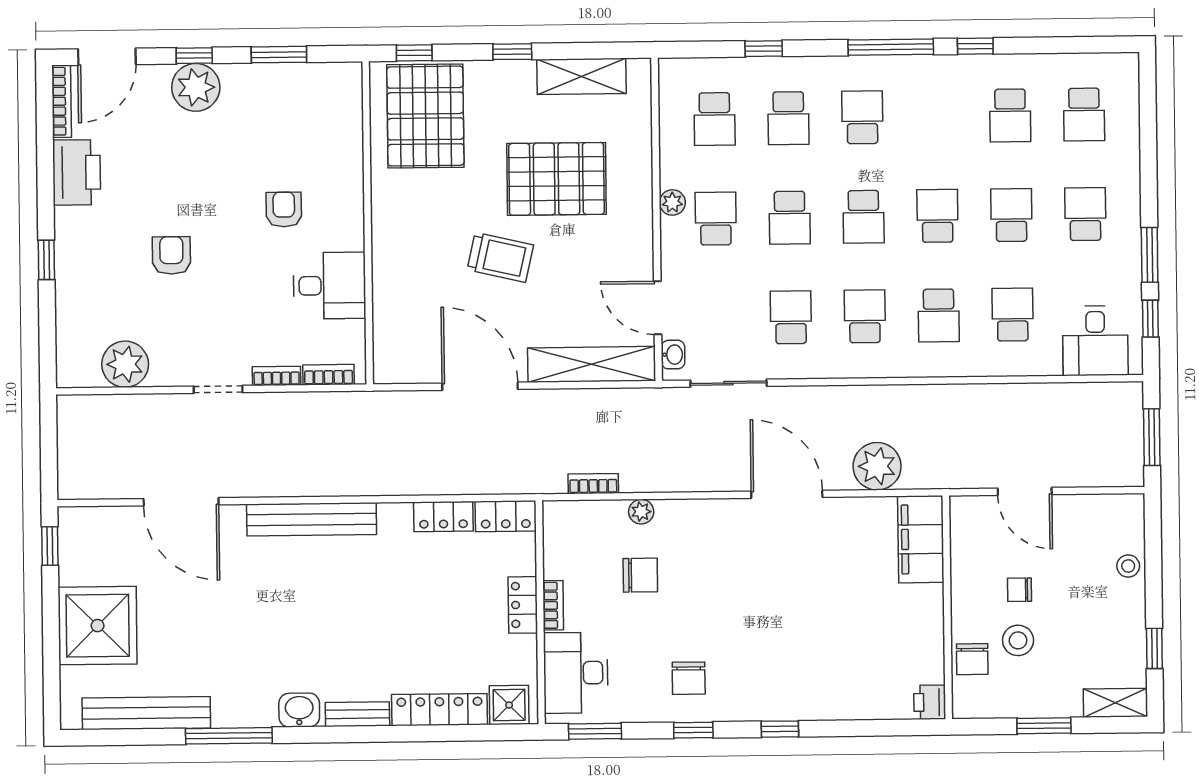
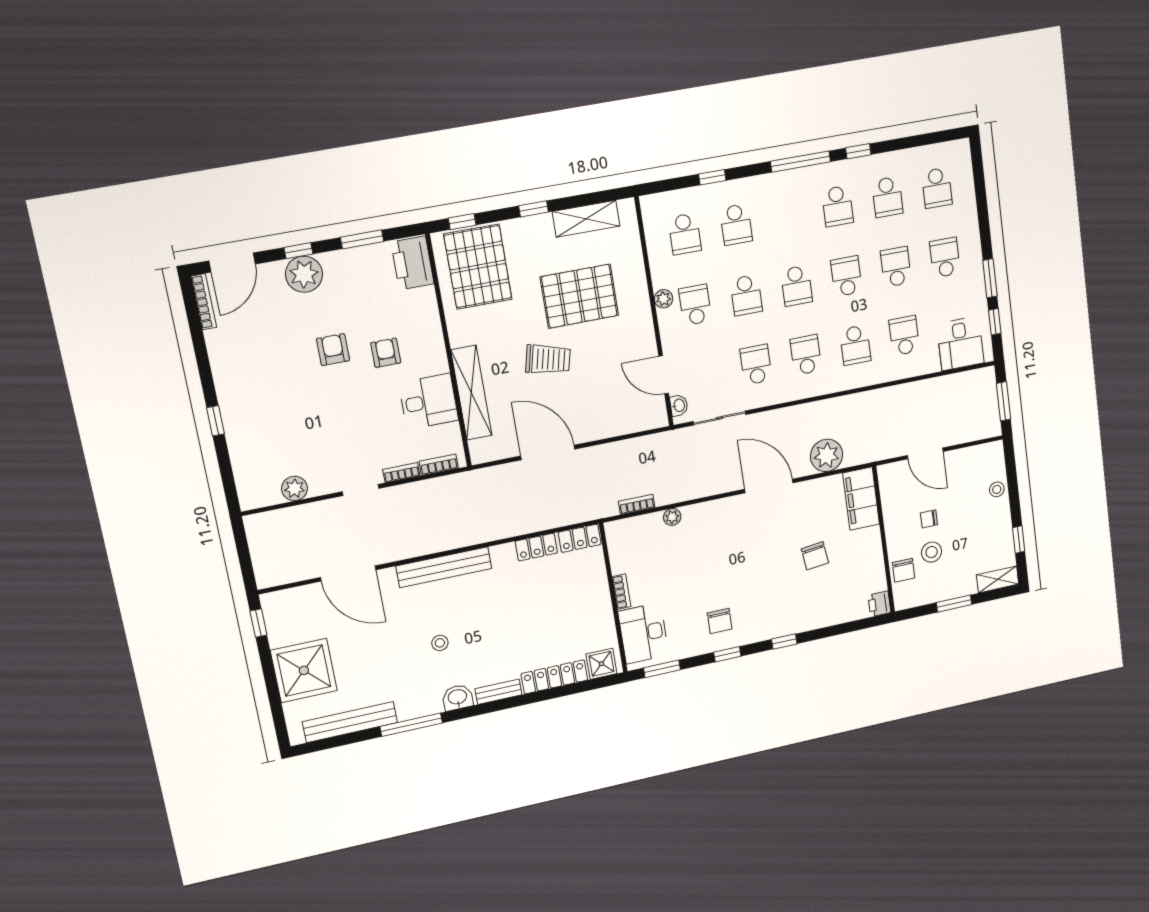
school desk: (862, 117) -> (837, 206), moved, turned 180
printer: (77, 172) -> (412, 263), moved, turned 180
armchair: (171, 255) -> (333, 350), moved
plant: (125, 364) -> (294, 488), width x0.73, depth x0.73
shelving: (592, 364) -> (471, 393), moved, turned 90
chair: (640, 575) -> (815, 556), moved, turned 83
locker: (523, 605) -> (601, 596), removed
stool: (288, 626) -> (440, 643), added

